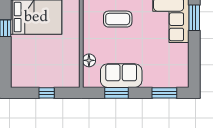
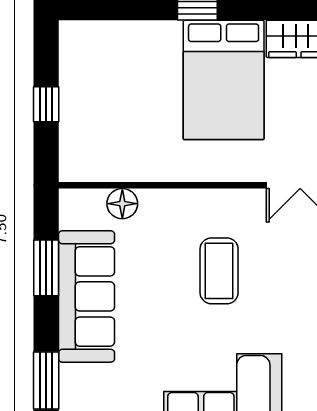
sofa: (121, 76) -> (86, 296), width x1.36

